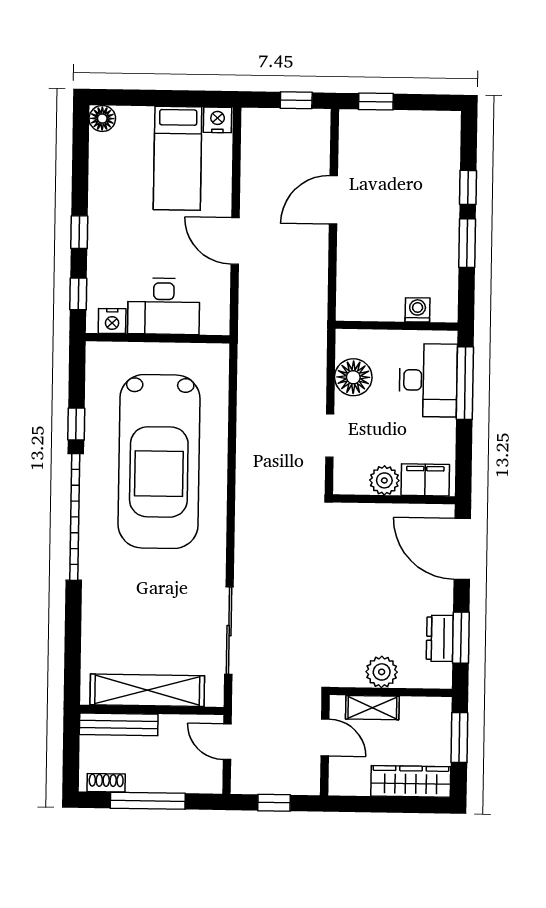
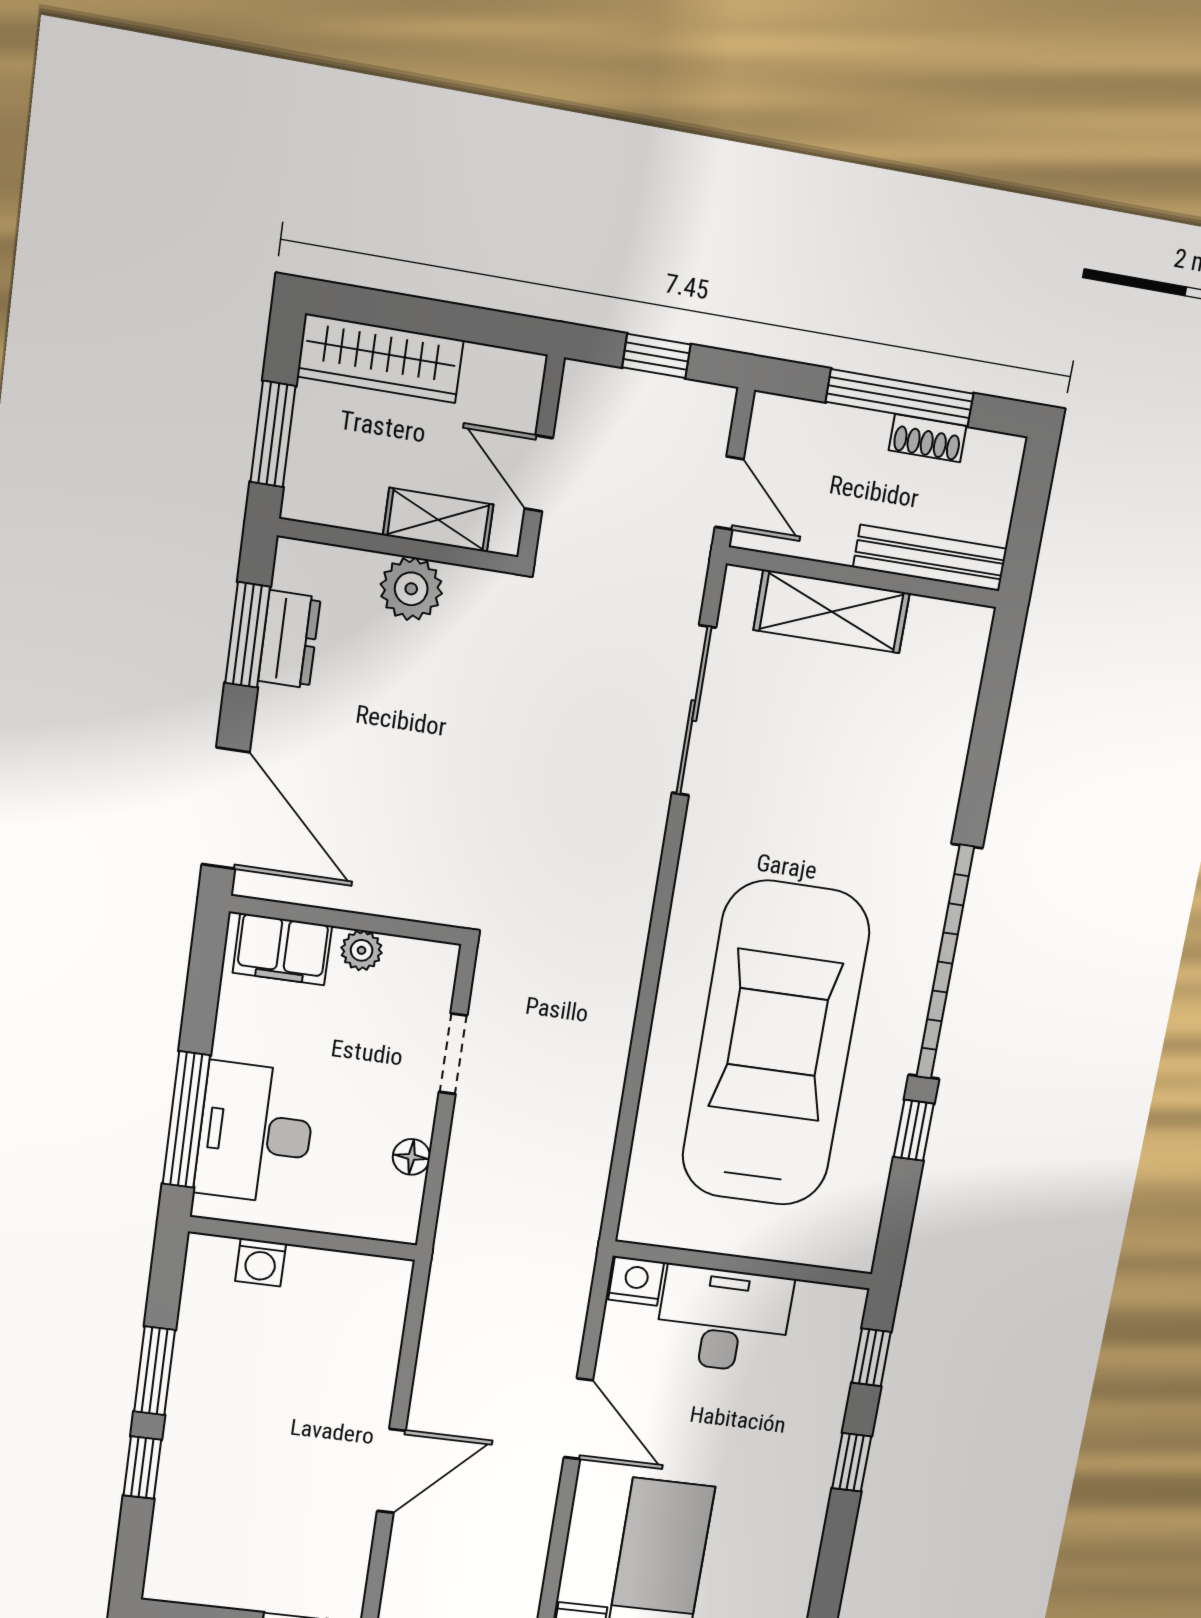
nightstand: (112, 321) -> (636, 1281), moved
floor lamp: (353, 377) -> (411, 1157), width x0.53, depth x0.53
plant: (384, 480) -> (362, 950), width x0.73, depth x0.73
shelving: (147, 690) -> (832, 612), width x0.68
shoe rack: (106, 783) -> (928, 438), moved

